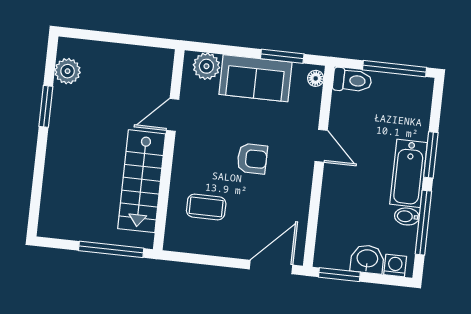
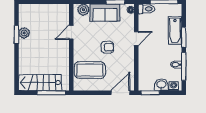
plant: (68, 71) -> (24, 33), moved
door: (321, 146) -> (136, 38), hinge flipped
bathtub: (409, 173) -> (175, 31), moved
stairs: (142, 181) -> (40, 83), moved, turned 90
coffee table: (206, 207) -> (90, 70), width x1.86, depth x1.72

